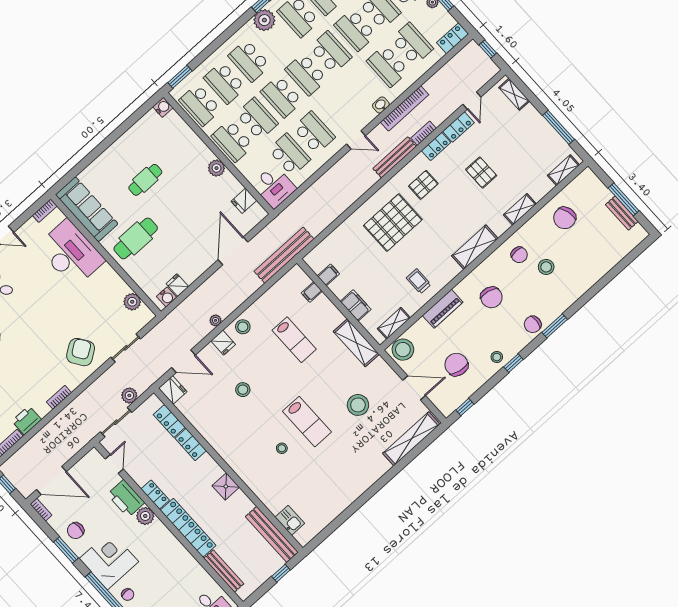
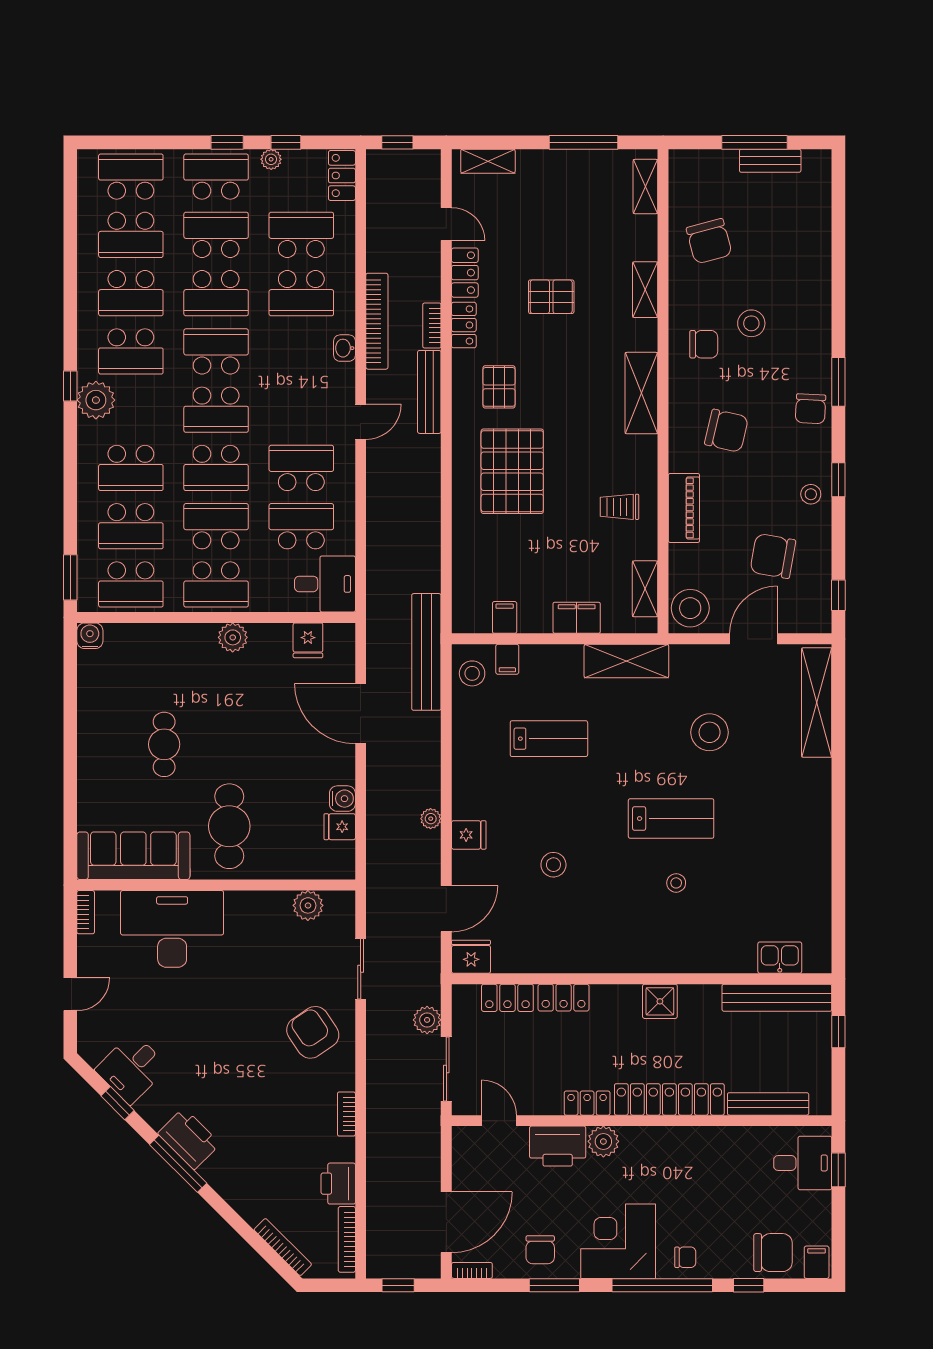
water cooler: (167, 297) -> (342, 799), moved
stool: (243, 327) -> (472, 673), moved

